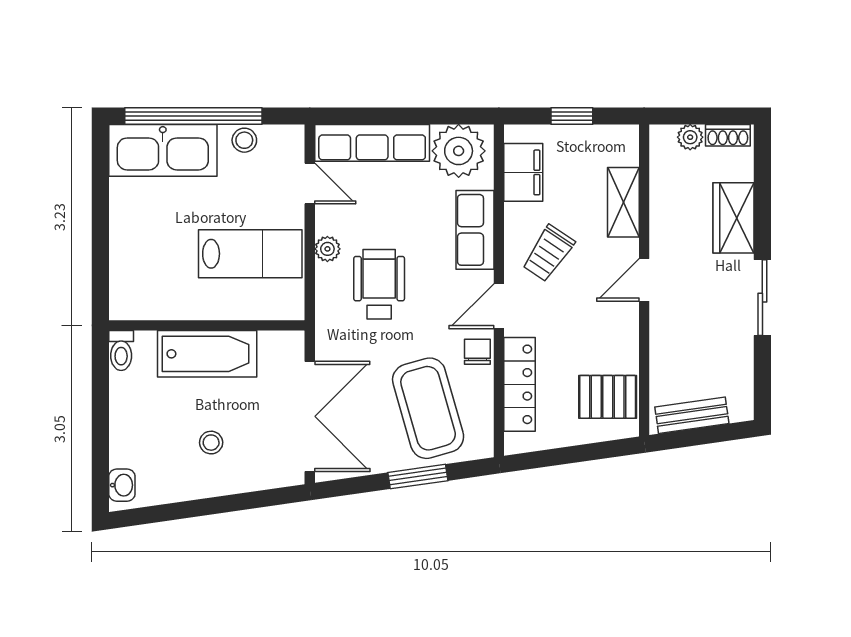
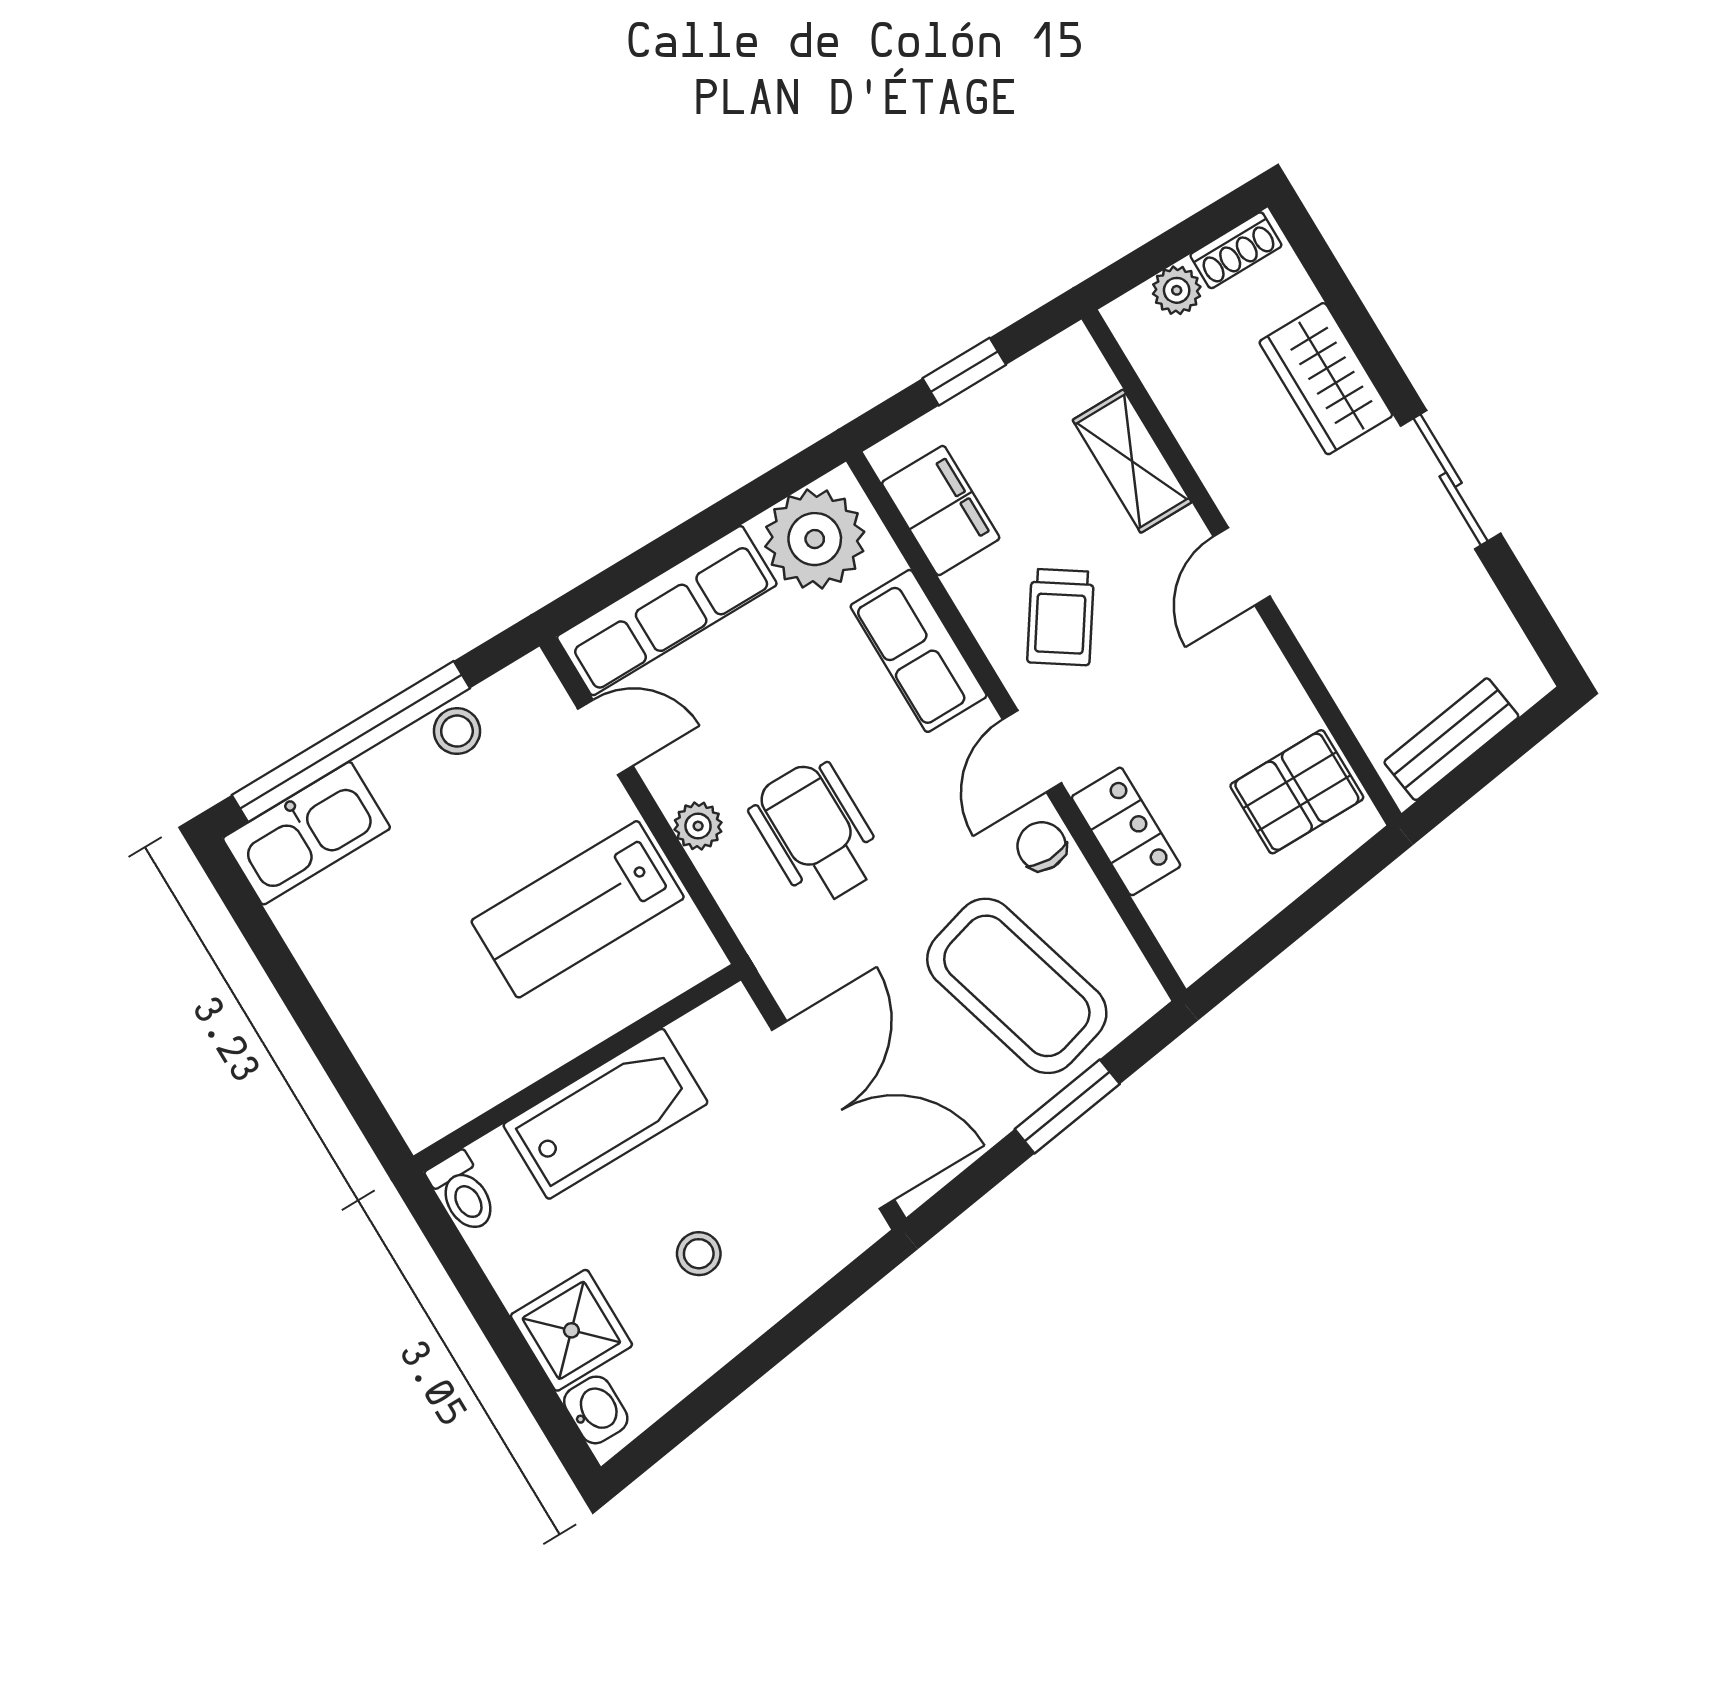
kitchen sink: (163, 150) -> (306, 833), width x0.73, depth x0.81
lab bench: (250, 254) -> (578, 909), turned 180
locker: (520, 384) -> (1126, 831), width x0.66
shower: (133, 442) -> (571, 1330), added

